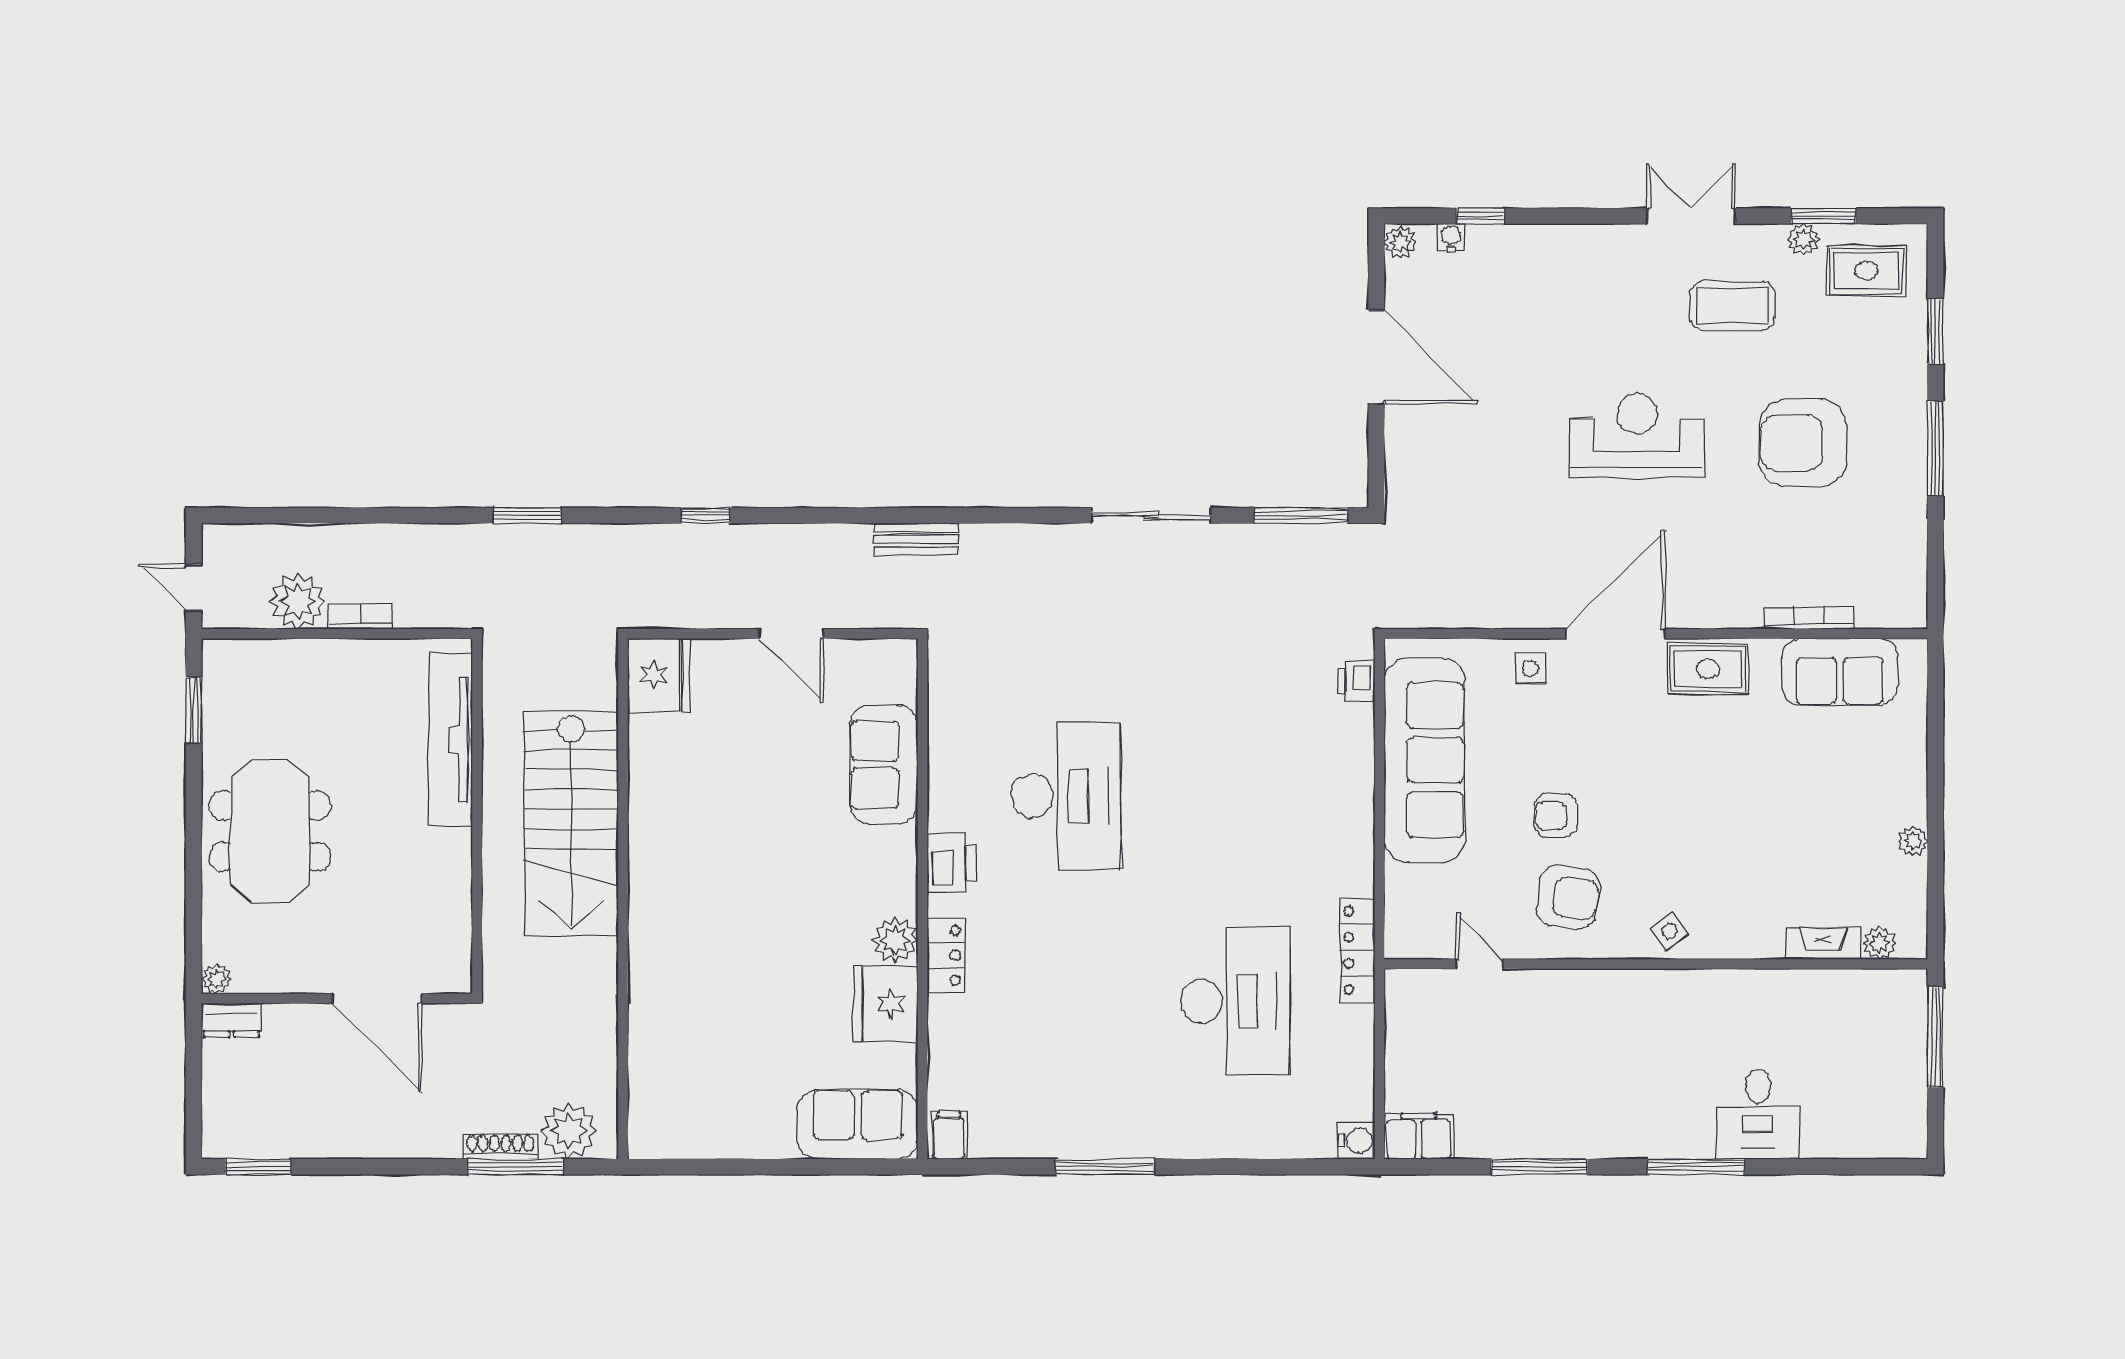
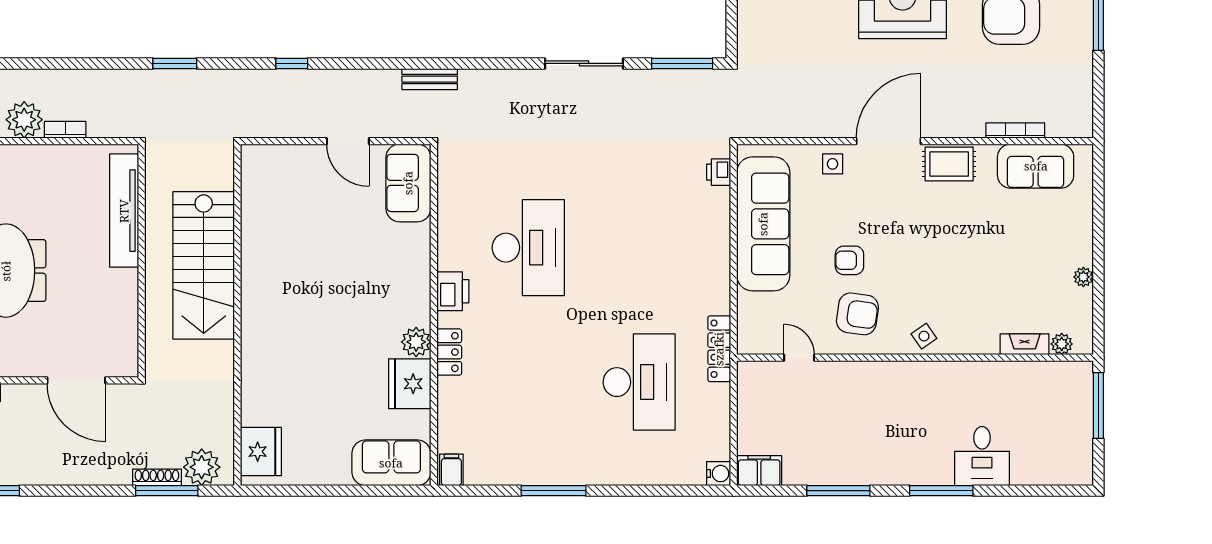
fridge: (659, 675) -> (261, 452), moved
sofa: (884, 765) -> (408, 183), moved

